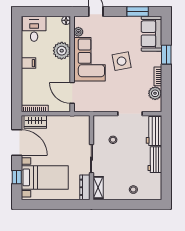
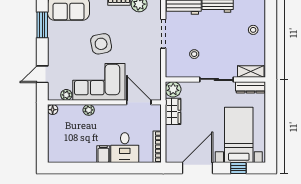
desk: (34, 29) -> (125, 148), moved, turned -90
plant: (62, 51) -> (89, 110), width x0.53, depth x0.53
door: (72, 93) -> (139, 102), swing flipped
wardrobe: (35, 122) -> (173, 111), moved
plant: (83, 122) -> (173, 89), added

